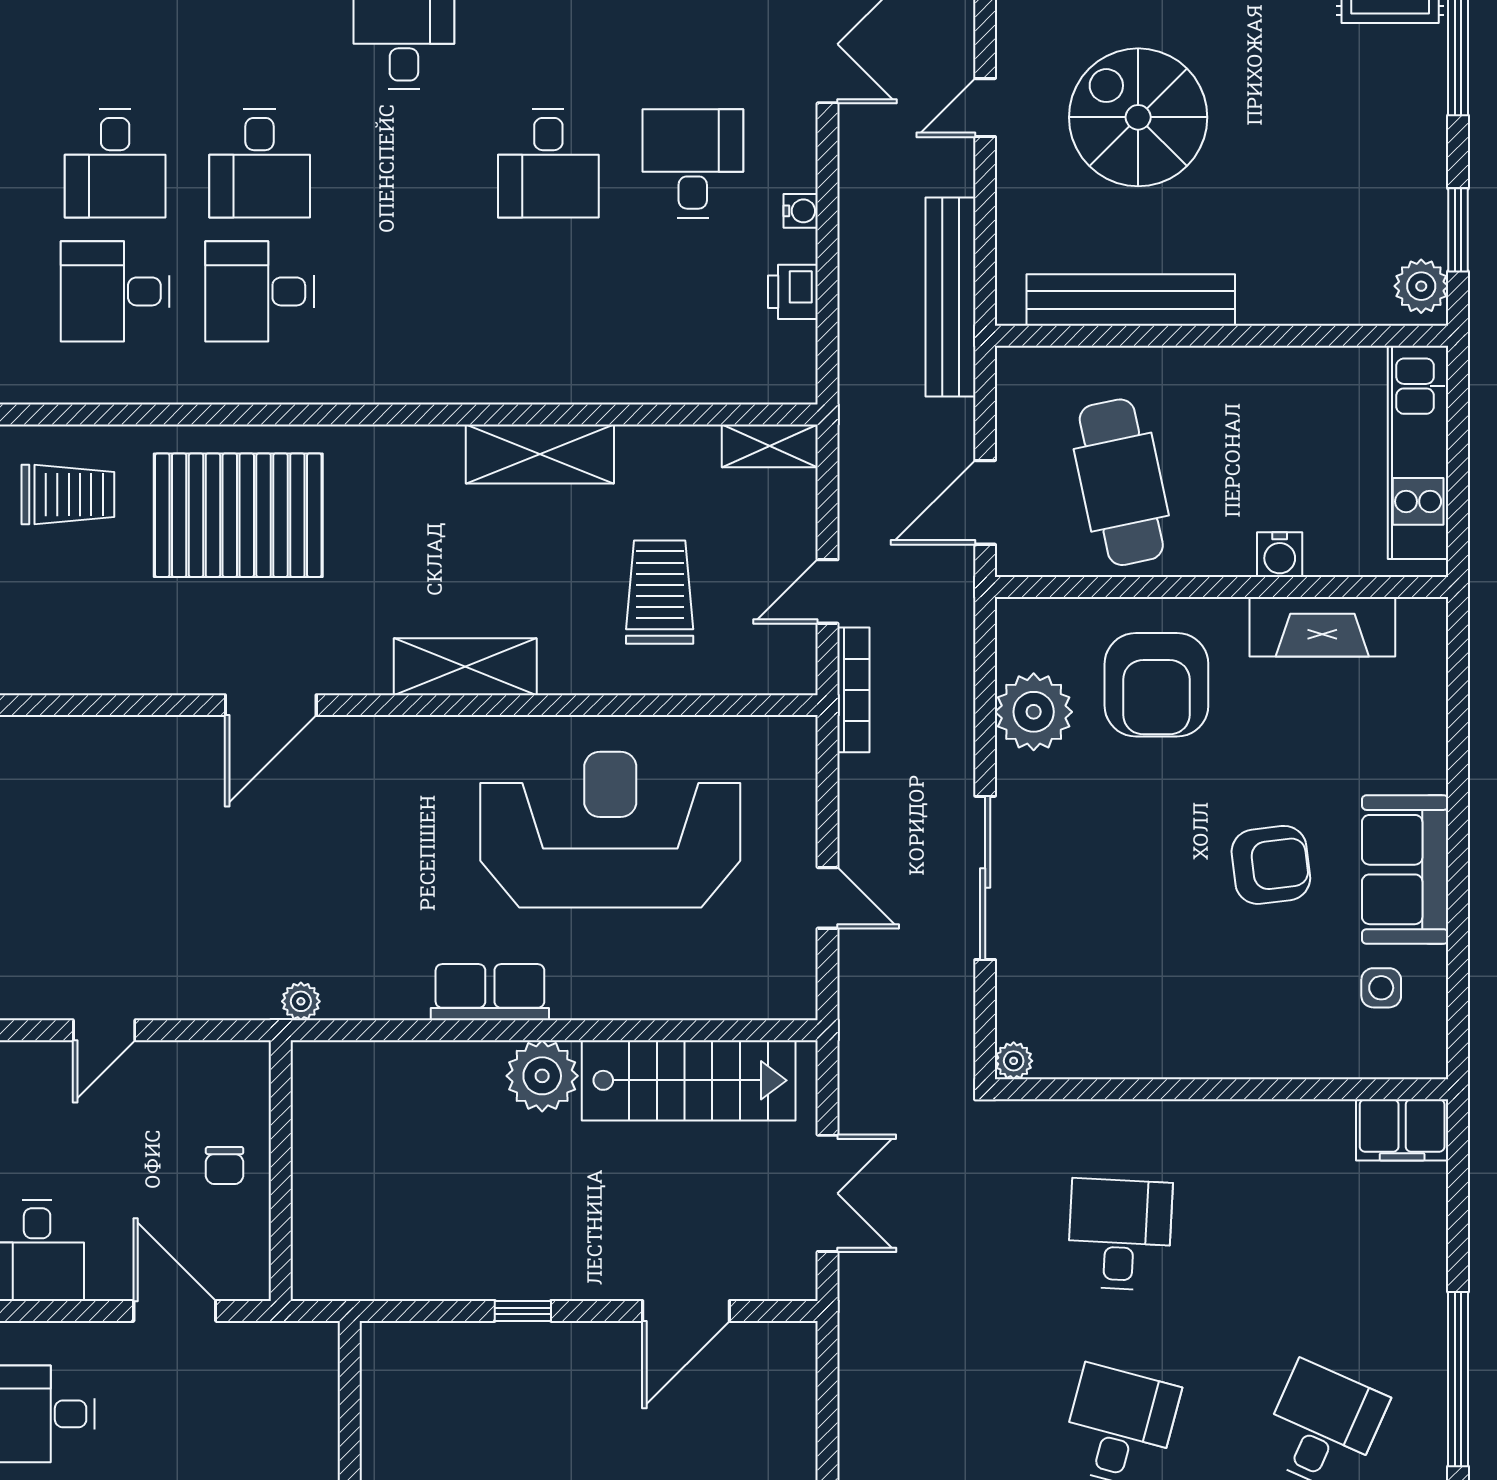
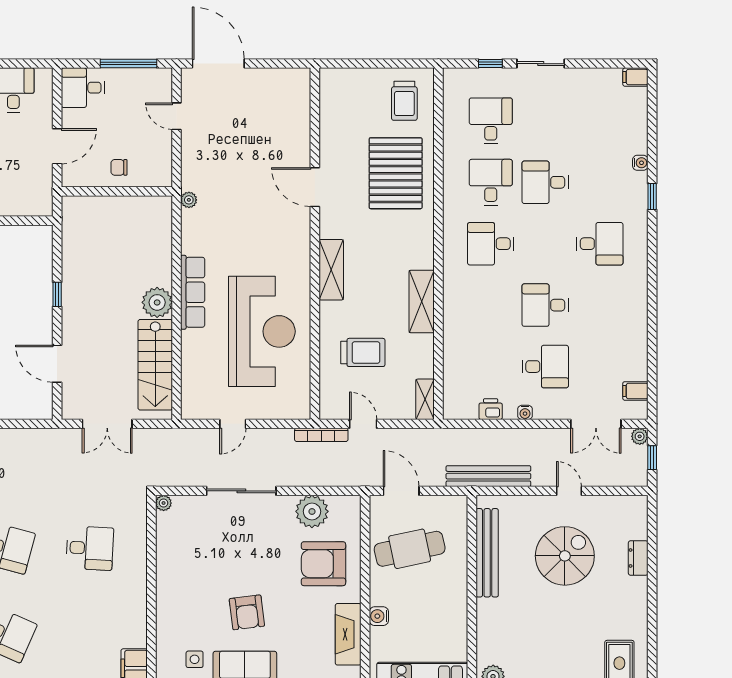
desk: (115, 163) -> (491, 244), moved
row of seats: (490, 992) -> (193, 292), width x1.48

